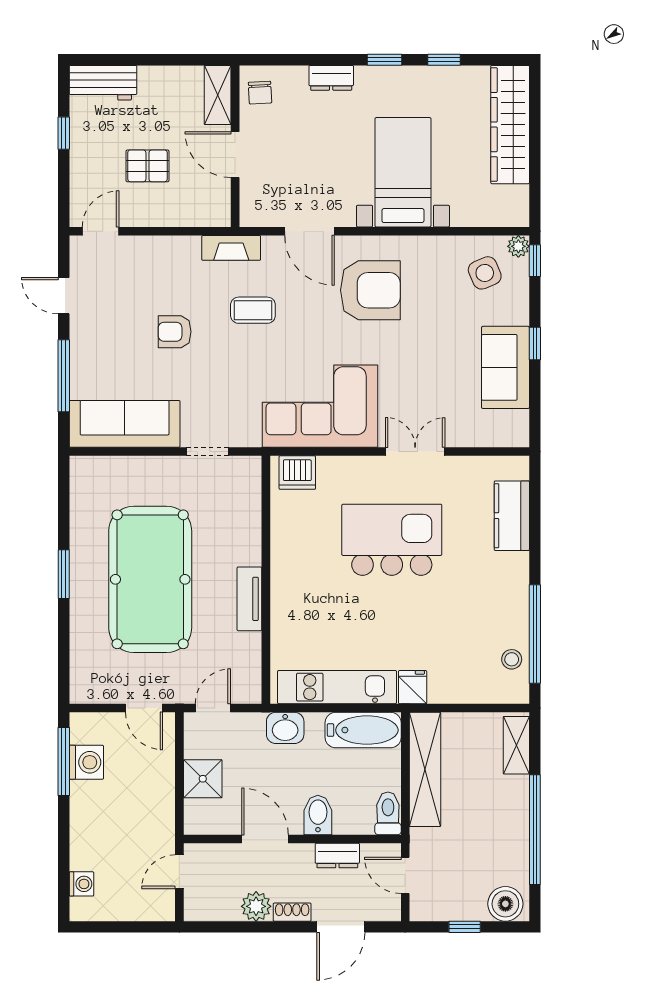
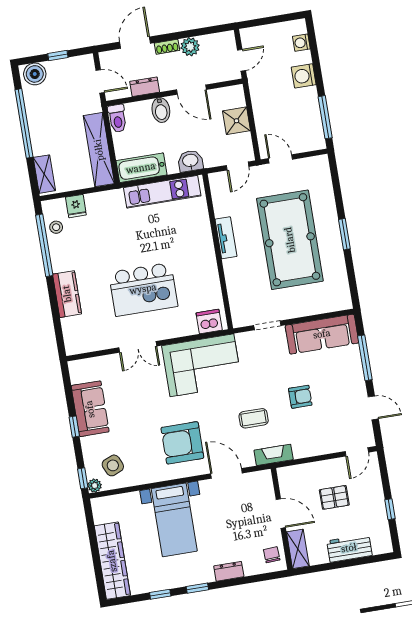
workbench: (103, 83) -> (349, 548), moved
kitchen counter: (512, 516) -> (67, 294), moved
fridge: (413, 687) -> (76, 206), moved
washing machine: (86, 762) -> (304, 76), moved

